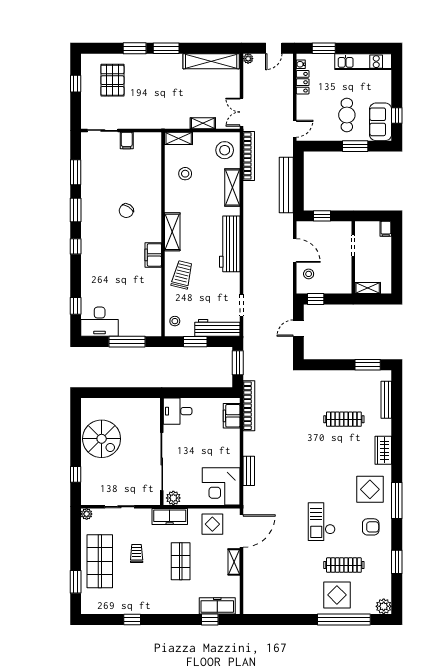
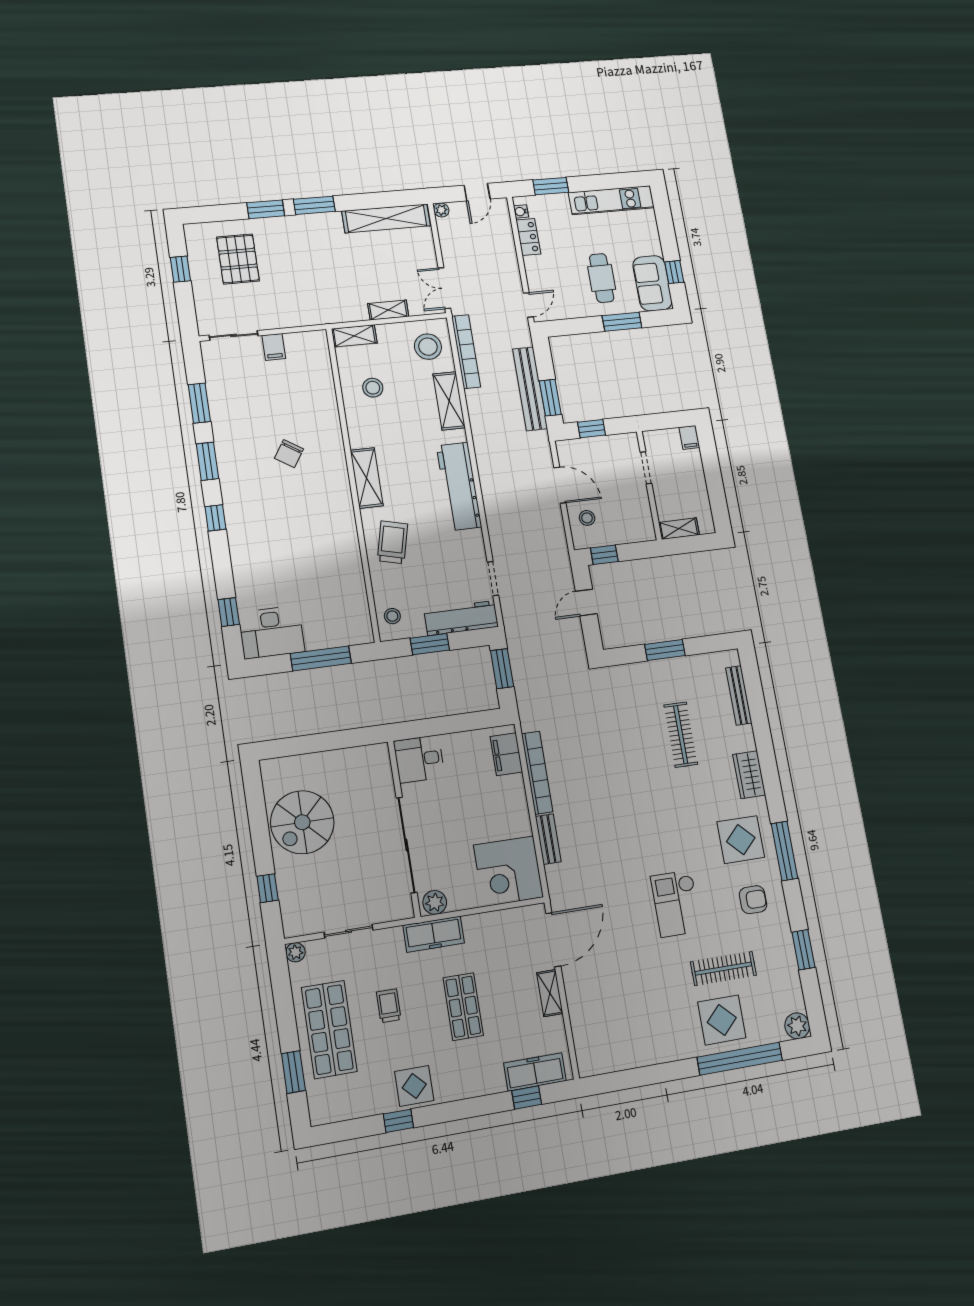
window: (298, 192) -> (550, 398), added
filing cabinet: (153, 255) -> (342, 517), removed
window: (368, 365) -> (665, 650), moved
bookcase: (249, 406) -> (537, 773), moved
clothes rail: (344, 419) -> (681, 735), turned 90
spiral stairs: (102, 439) -> (302, 822), turned 90
display table: (212, 524) -> (414, 1086), moved

